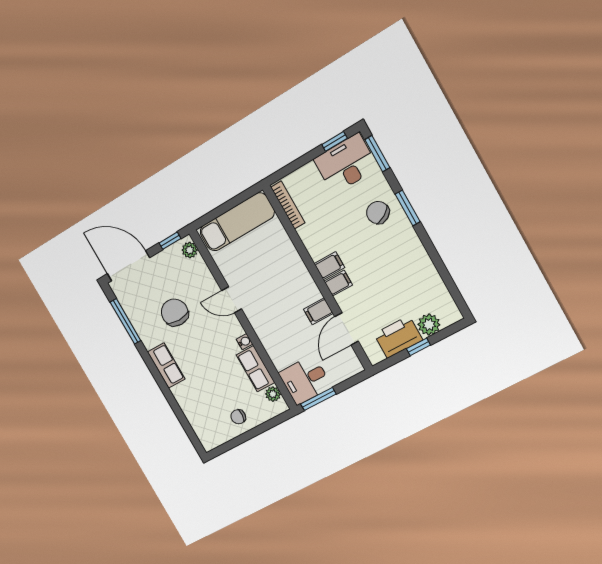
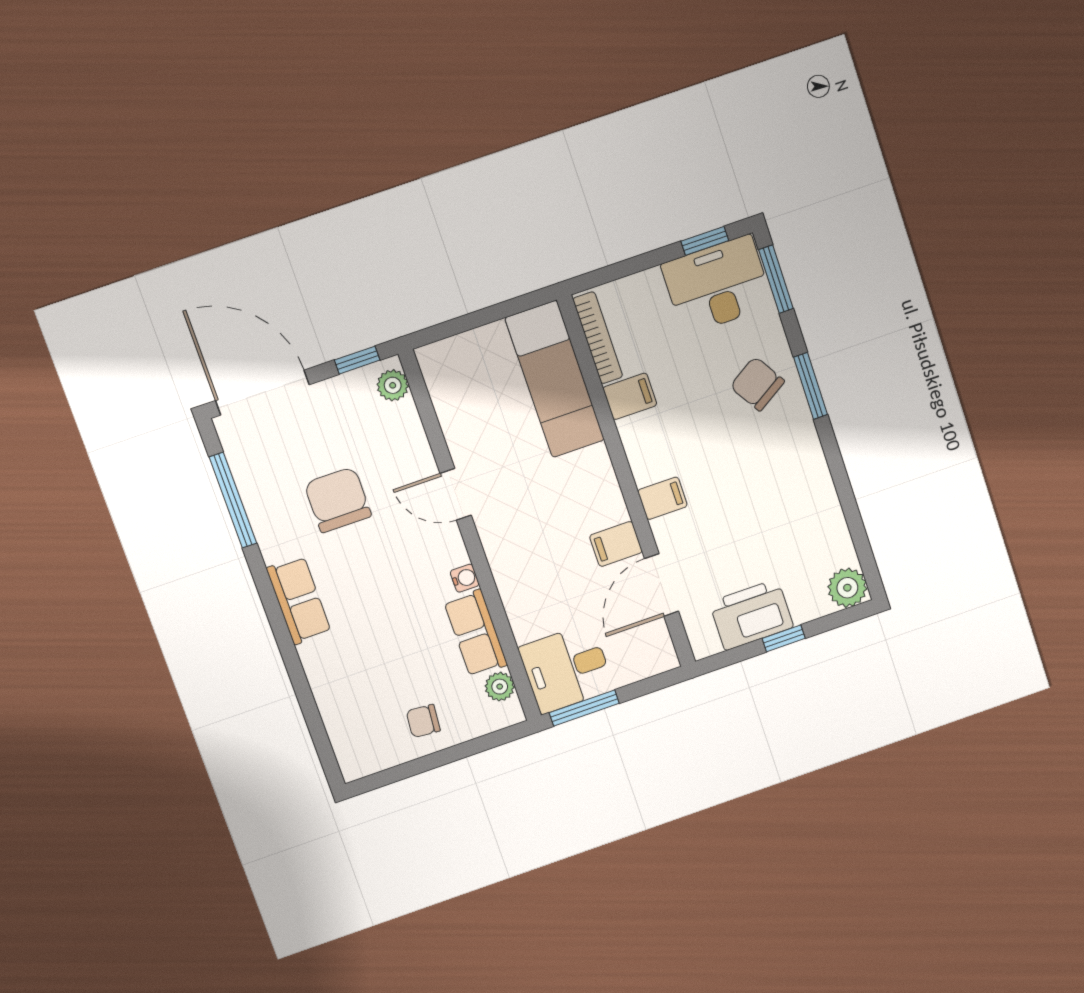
exam couch: (237, 222) -> (555, 379), moved, turned 90
filing cabinet: (329, 266) -> (630, 396), moved
plant: (429, 325) -> (847, 588), moved

